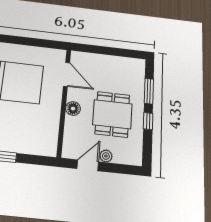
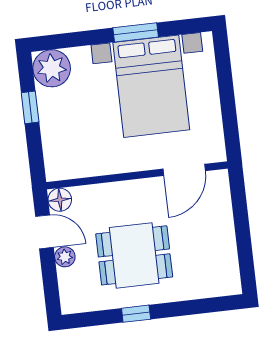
window: (149, 91) -> (187, 308), removed
floor lamp: (73, 109) -> (60, 200), moved

